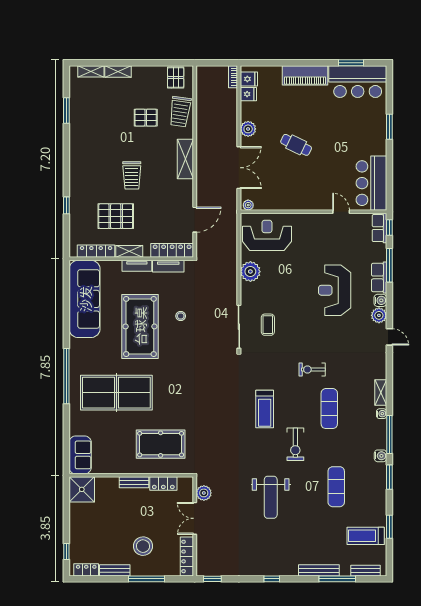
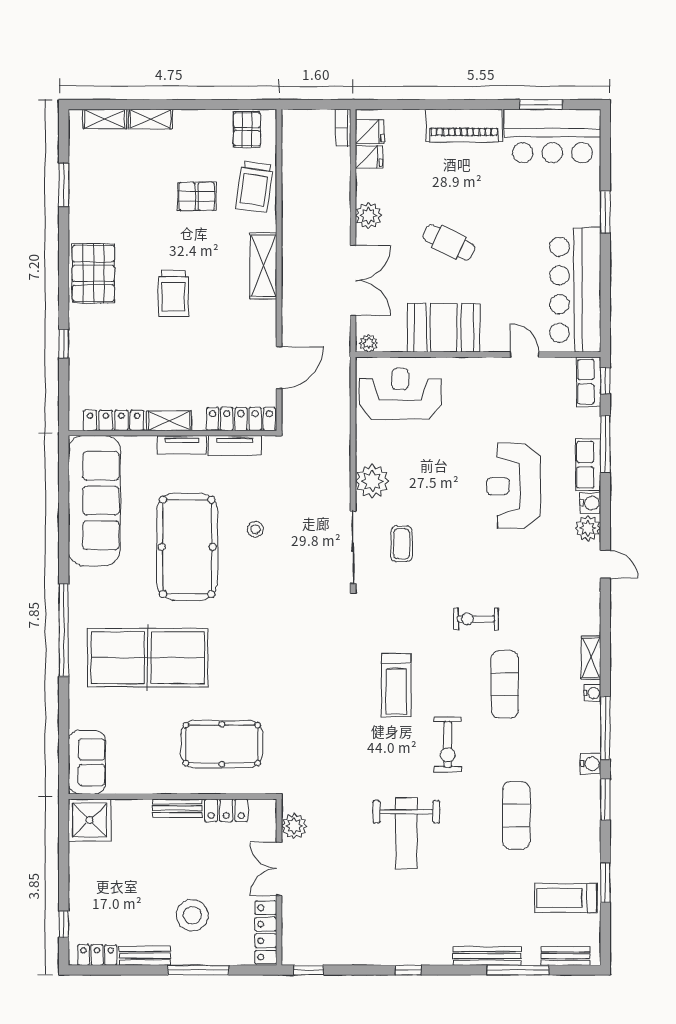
bar counter: (371, 183) -> (575, 290), width x1.36
booth: (293, 196) -> (444, 328), added
pallet: (116, 216) -> (93, 273), moved, turned 90
plant: (250, 272) -> (372, 481), moved

